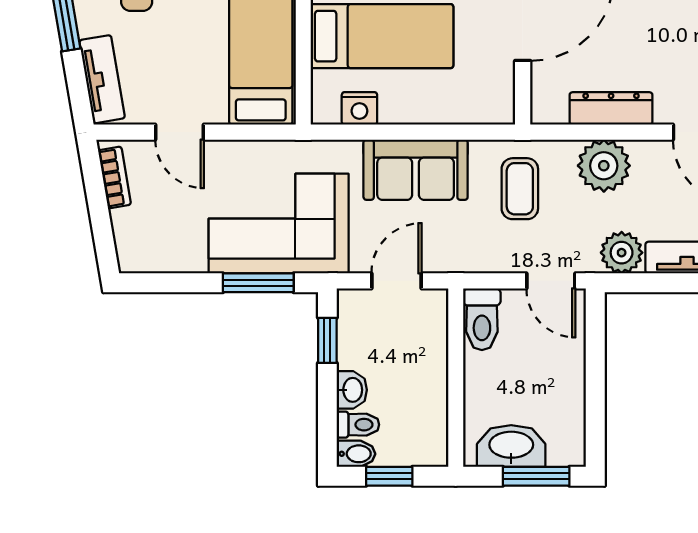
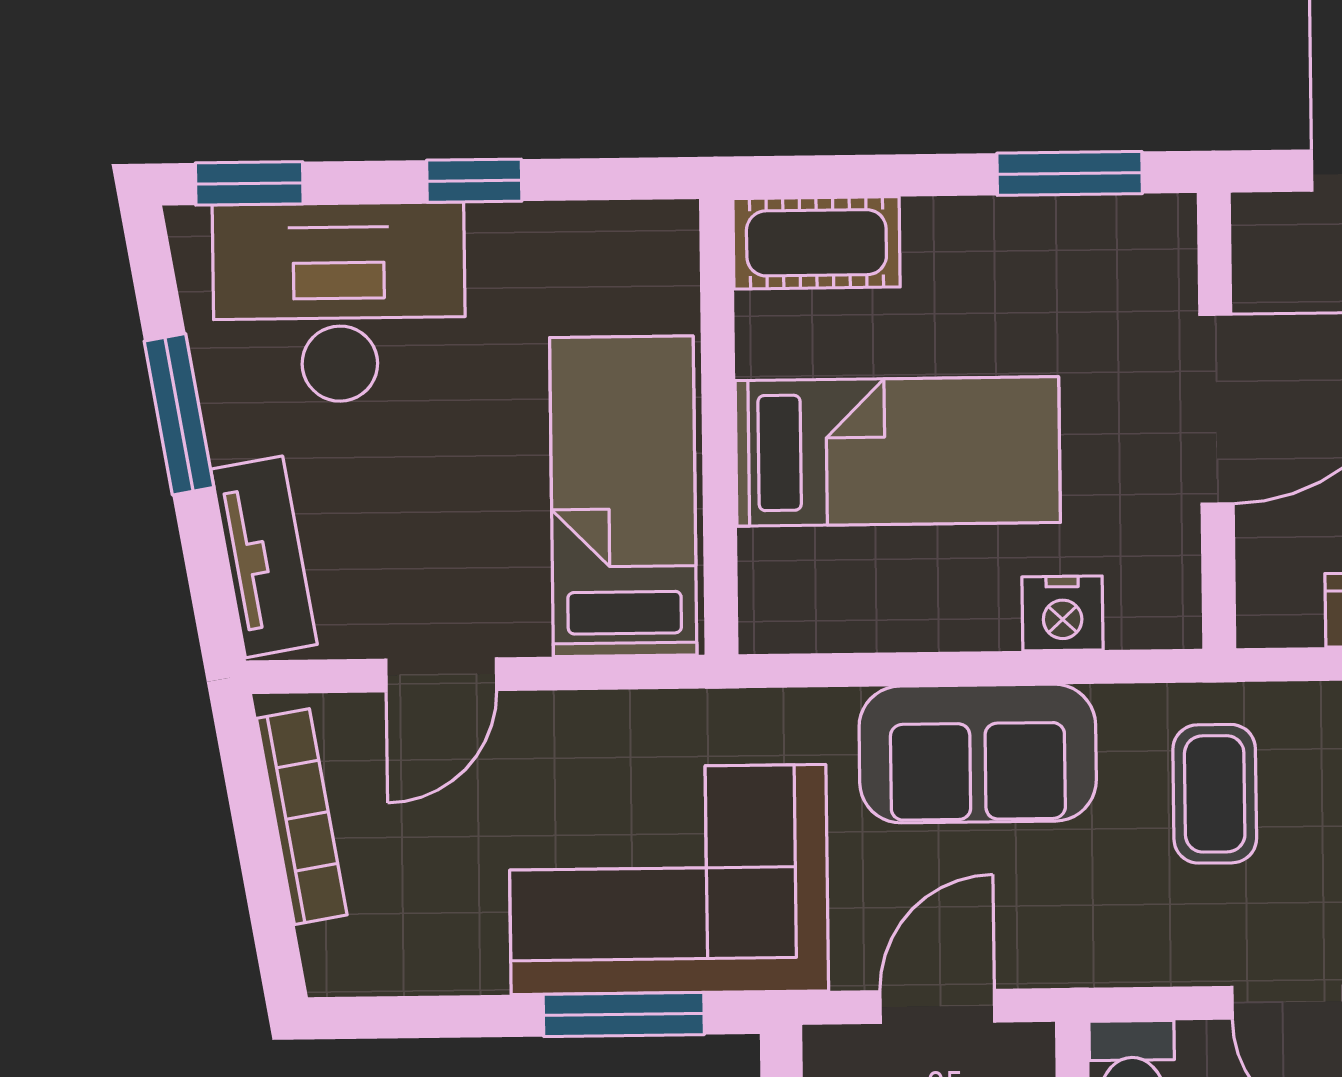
nightstand: (359, 108) -> (1062, 613), moved
door: (180, 132) -> (441, 675), hinge flipped
bookcase: (115, 177) -> (302, 817), width x1.56

